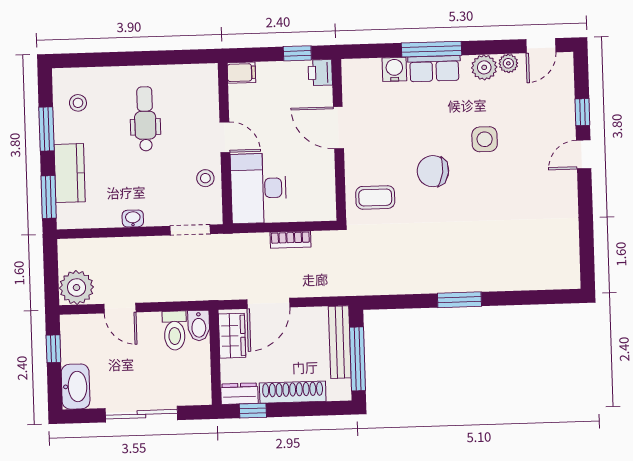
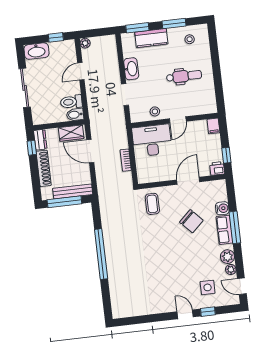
side table: (485, 139) -> (208, 287), moved
chair: (433, 171) -> (191, 221), moved, turned 129
washbasin: (133, 218) -> (131, 69), width x1.91, depth x1.45
doorway: (190, 230) -> (125, 95), moved
plant: (77, 288) -> (85, 43), width x0.53, depth x0.53
window: (459, 300) -> (101, 254), width x2.11

